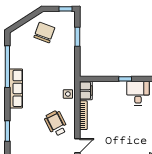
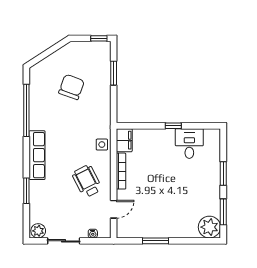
chair: (44, 33) -> (72, 87), moved
row of seats: (16, 88) -> (37, 155), moved

